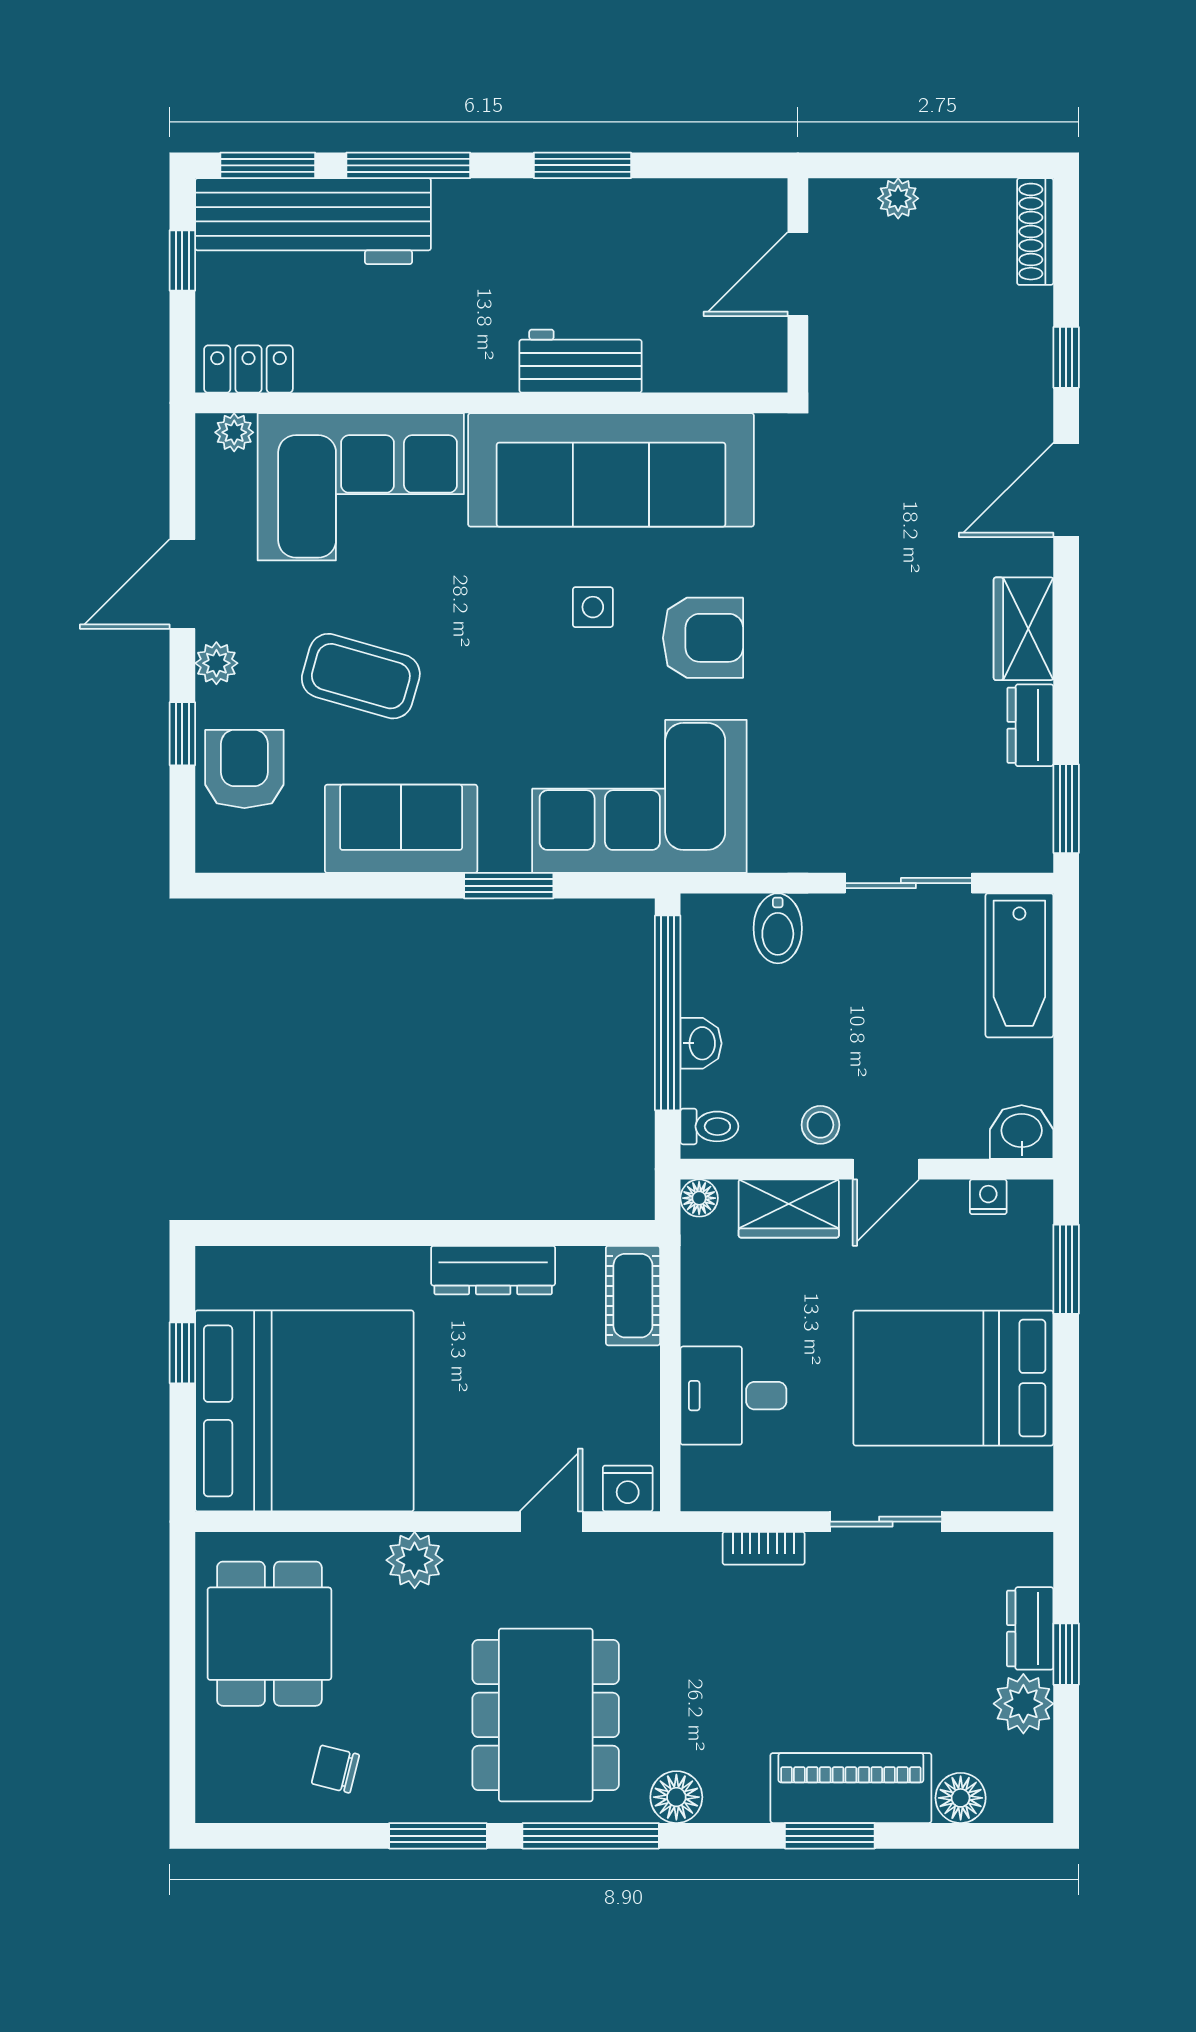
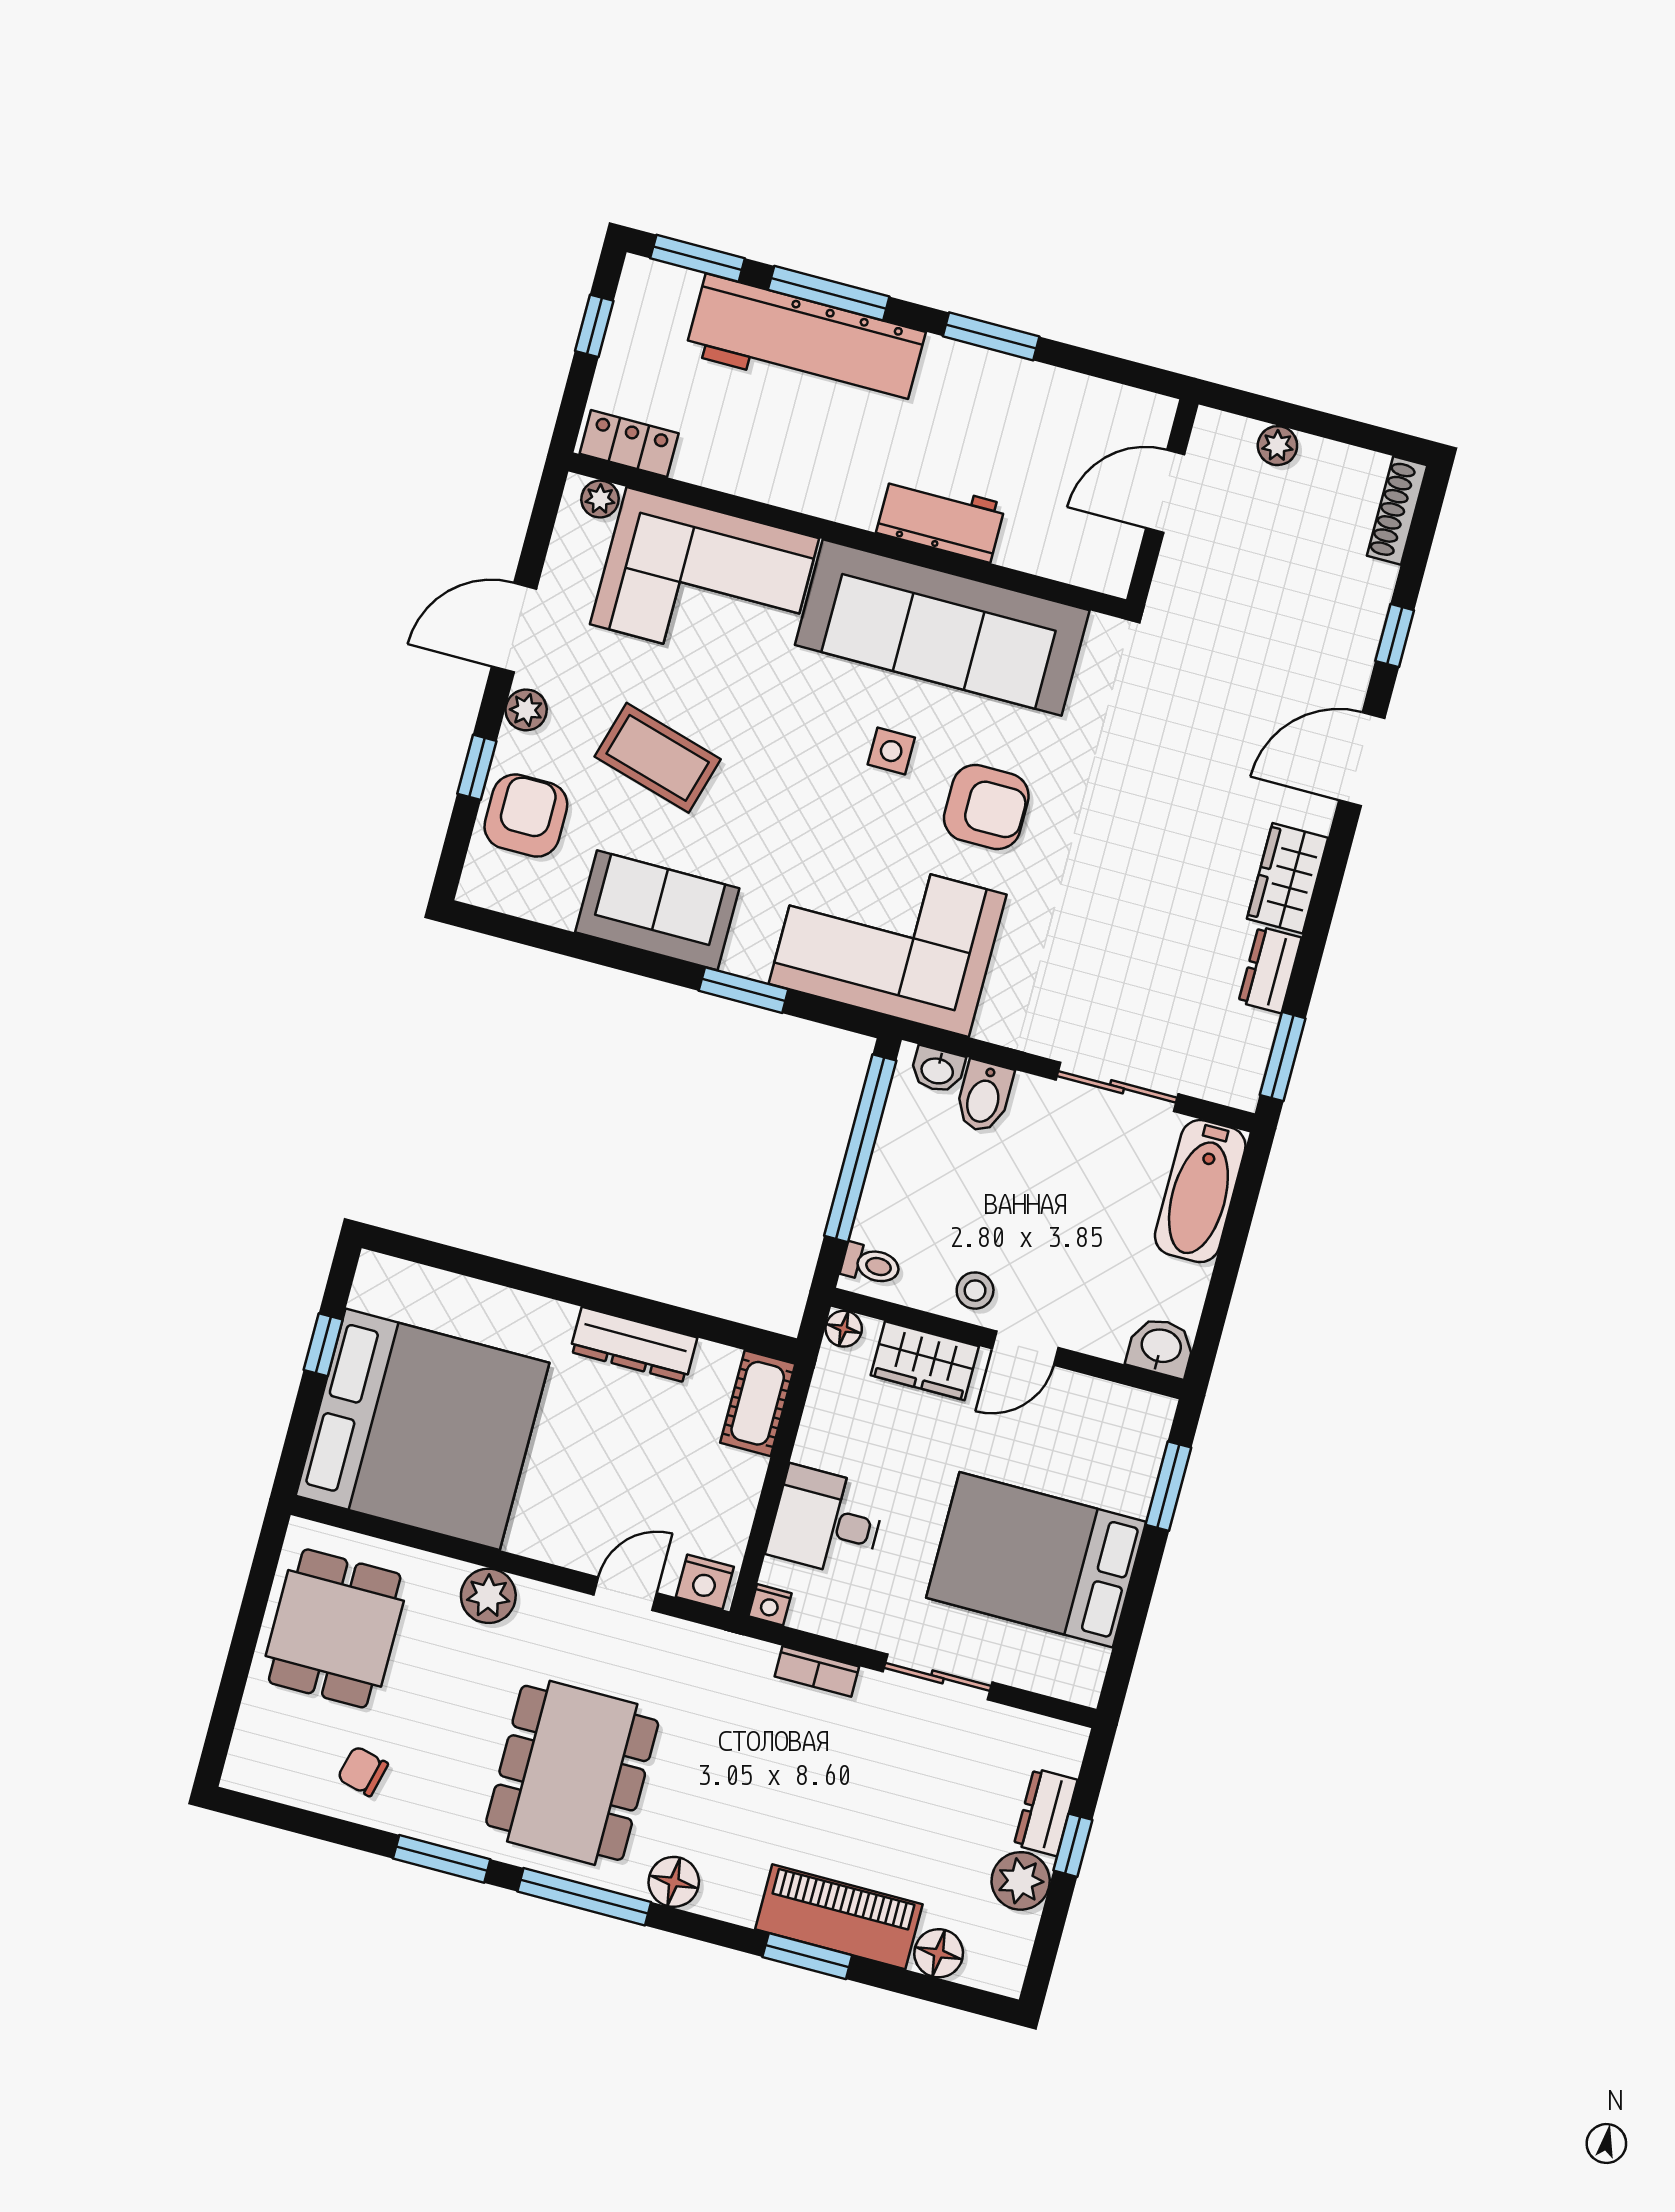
workbench: (313, 221) -> (805, 343), moved
washbasin: (701, 1043) -> (937, 1070), moved, turned 90
nightstand: (988, 1197) -> (770, 1605), moved, turned 180

